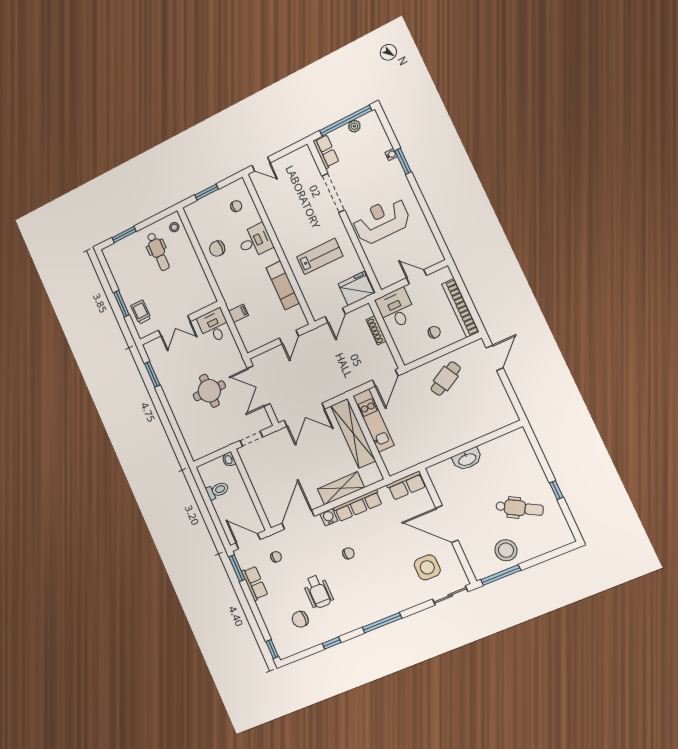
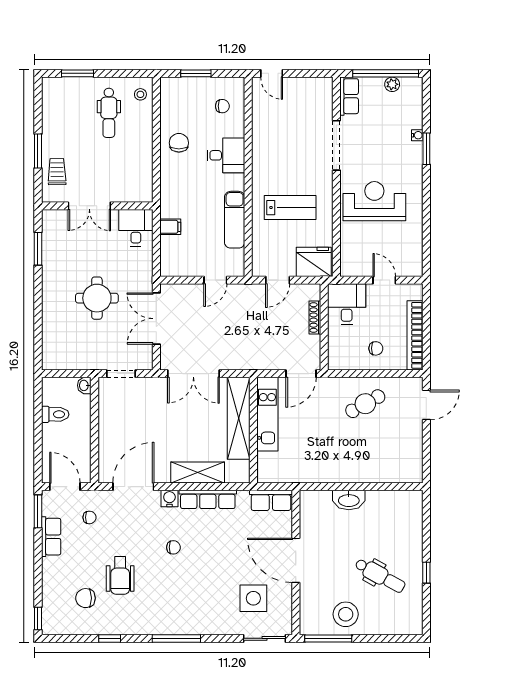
chair: (217, 249) -> (179, 143), turned 90

